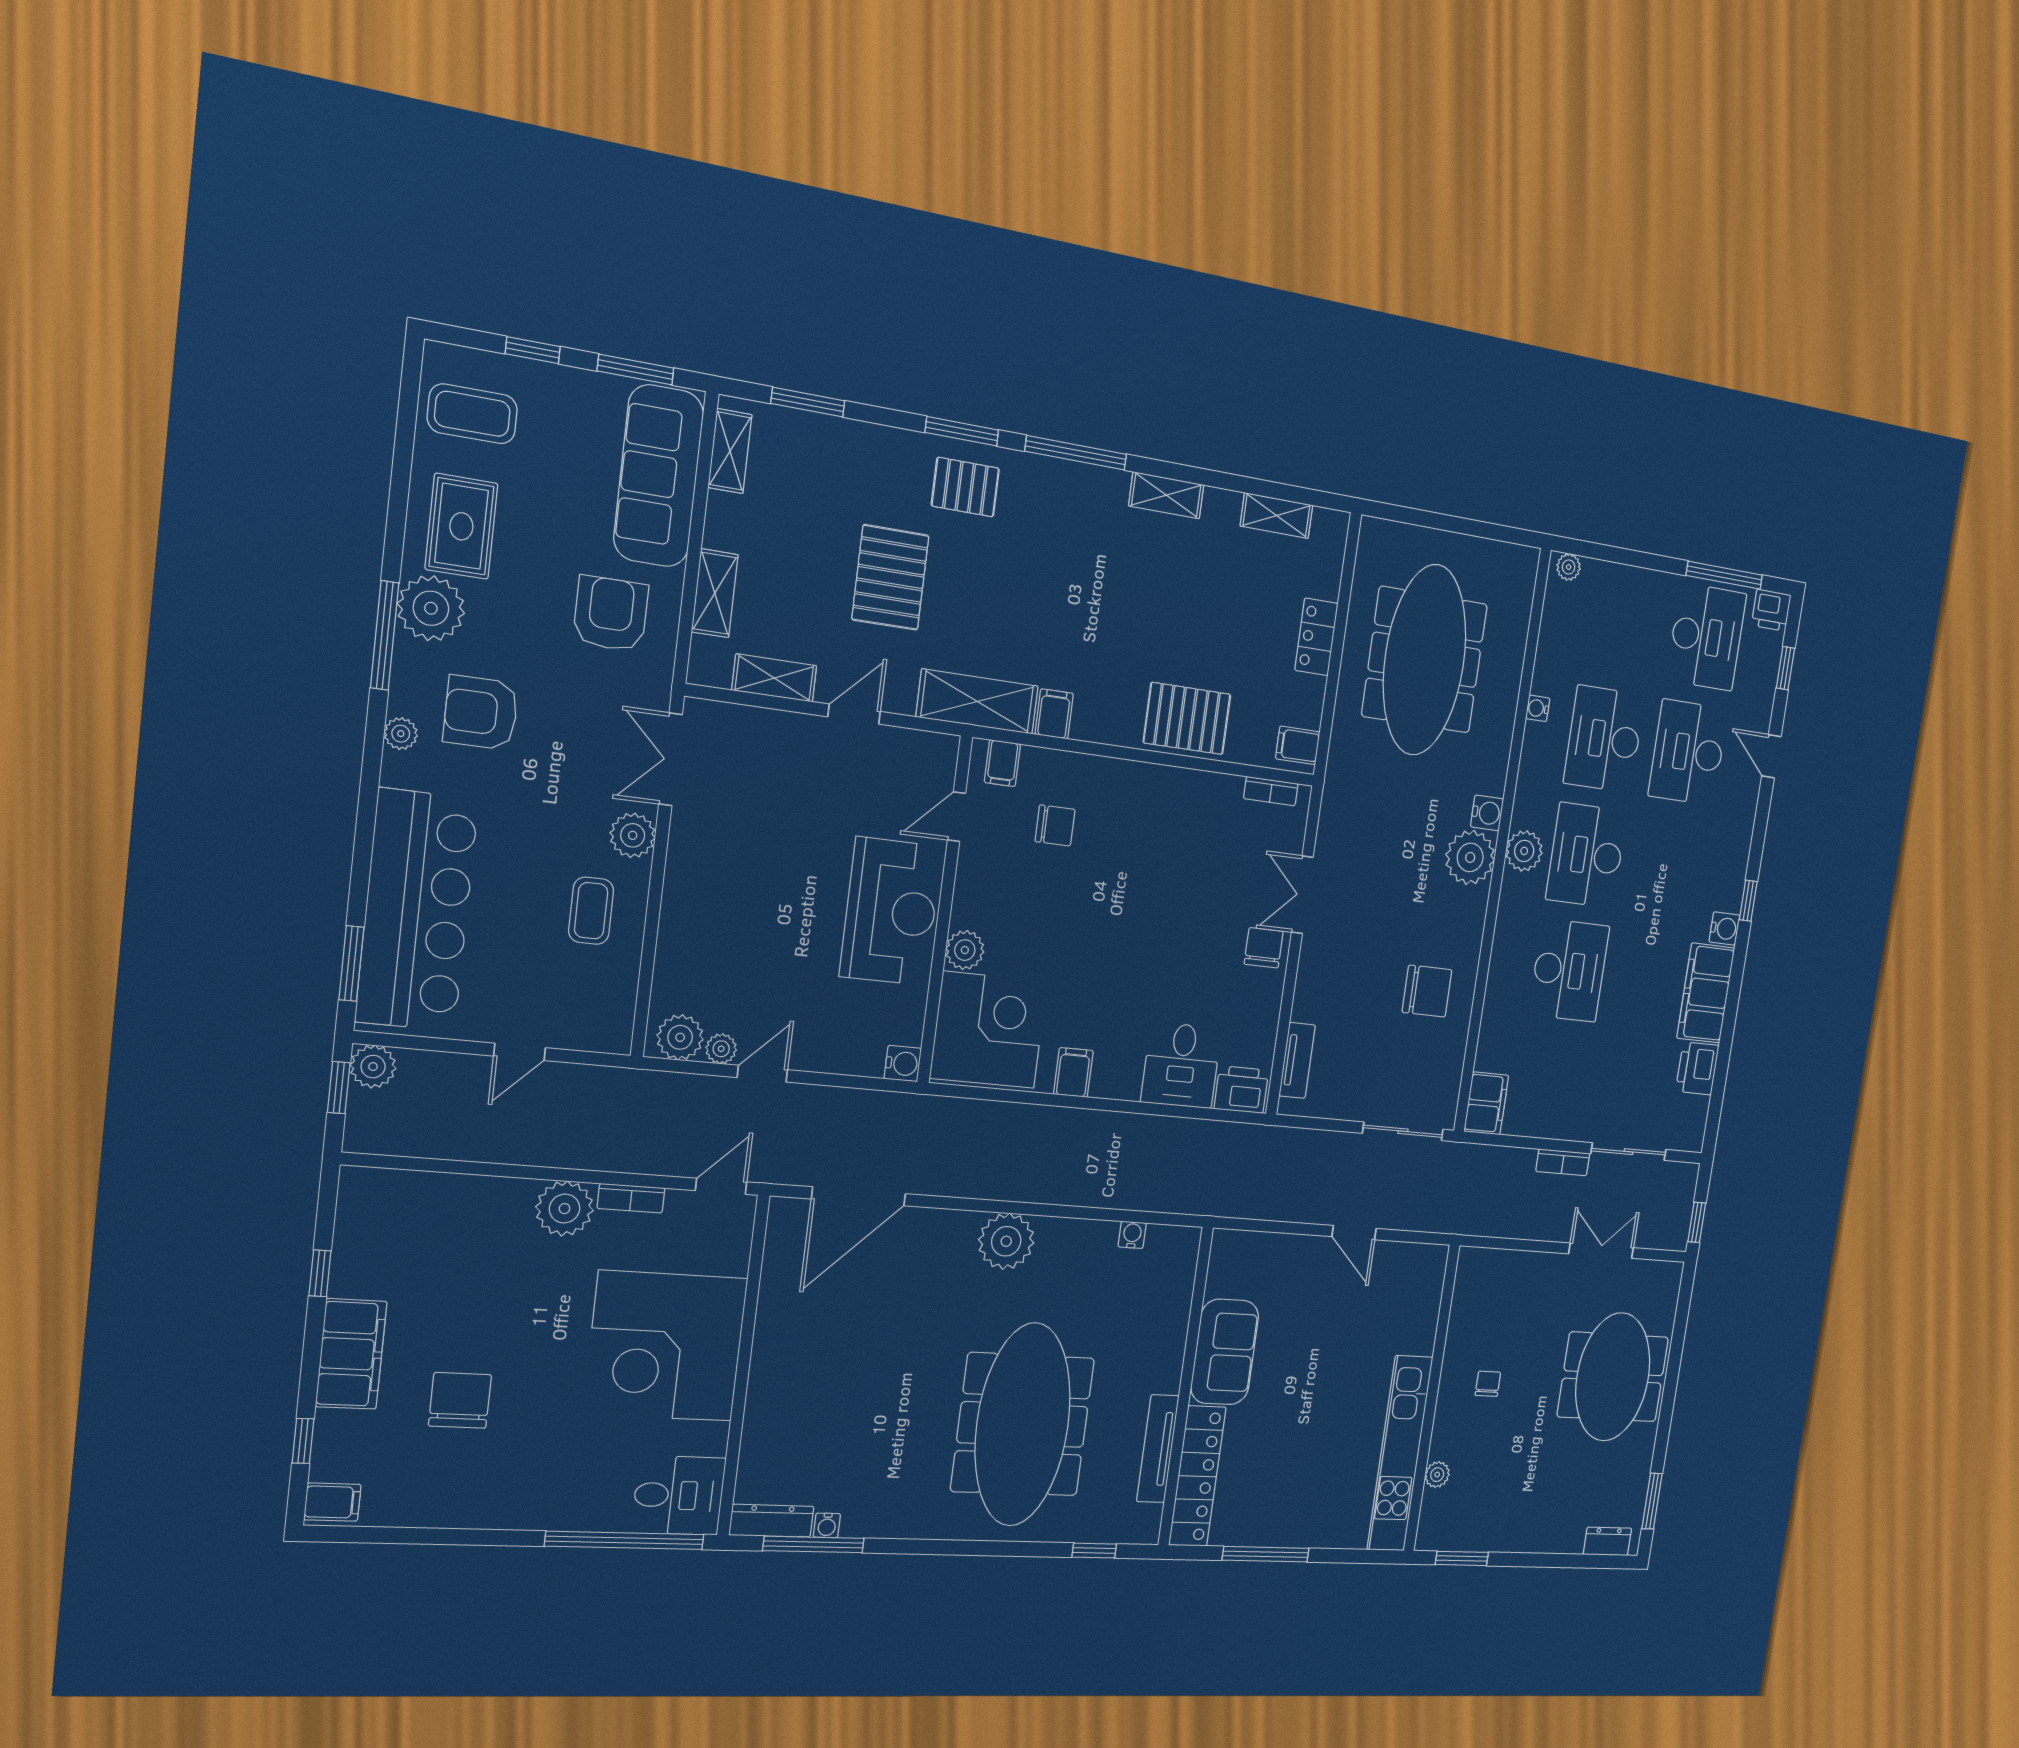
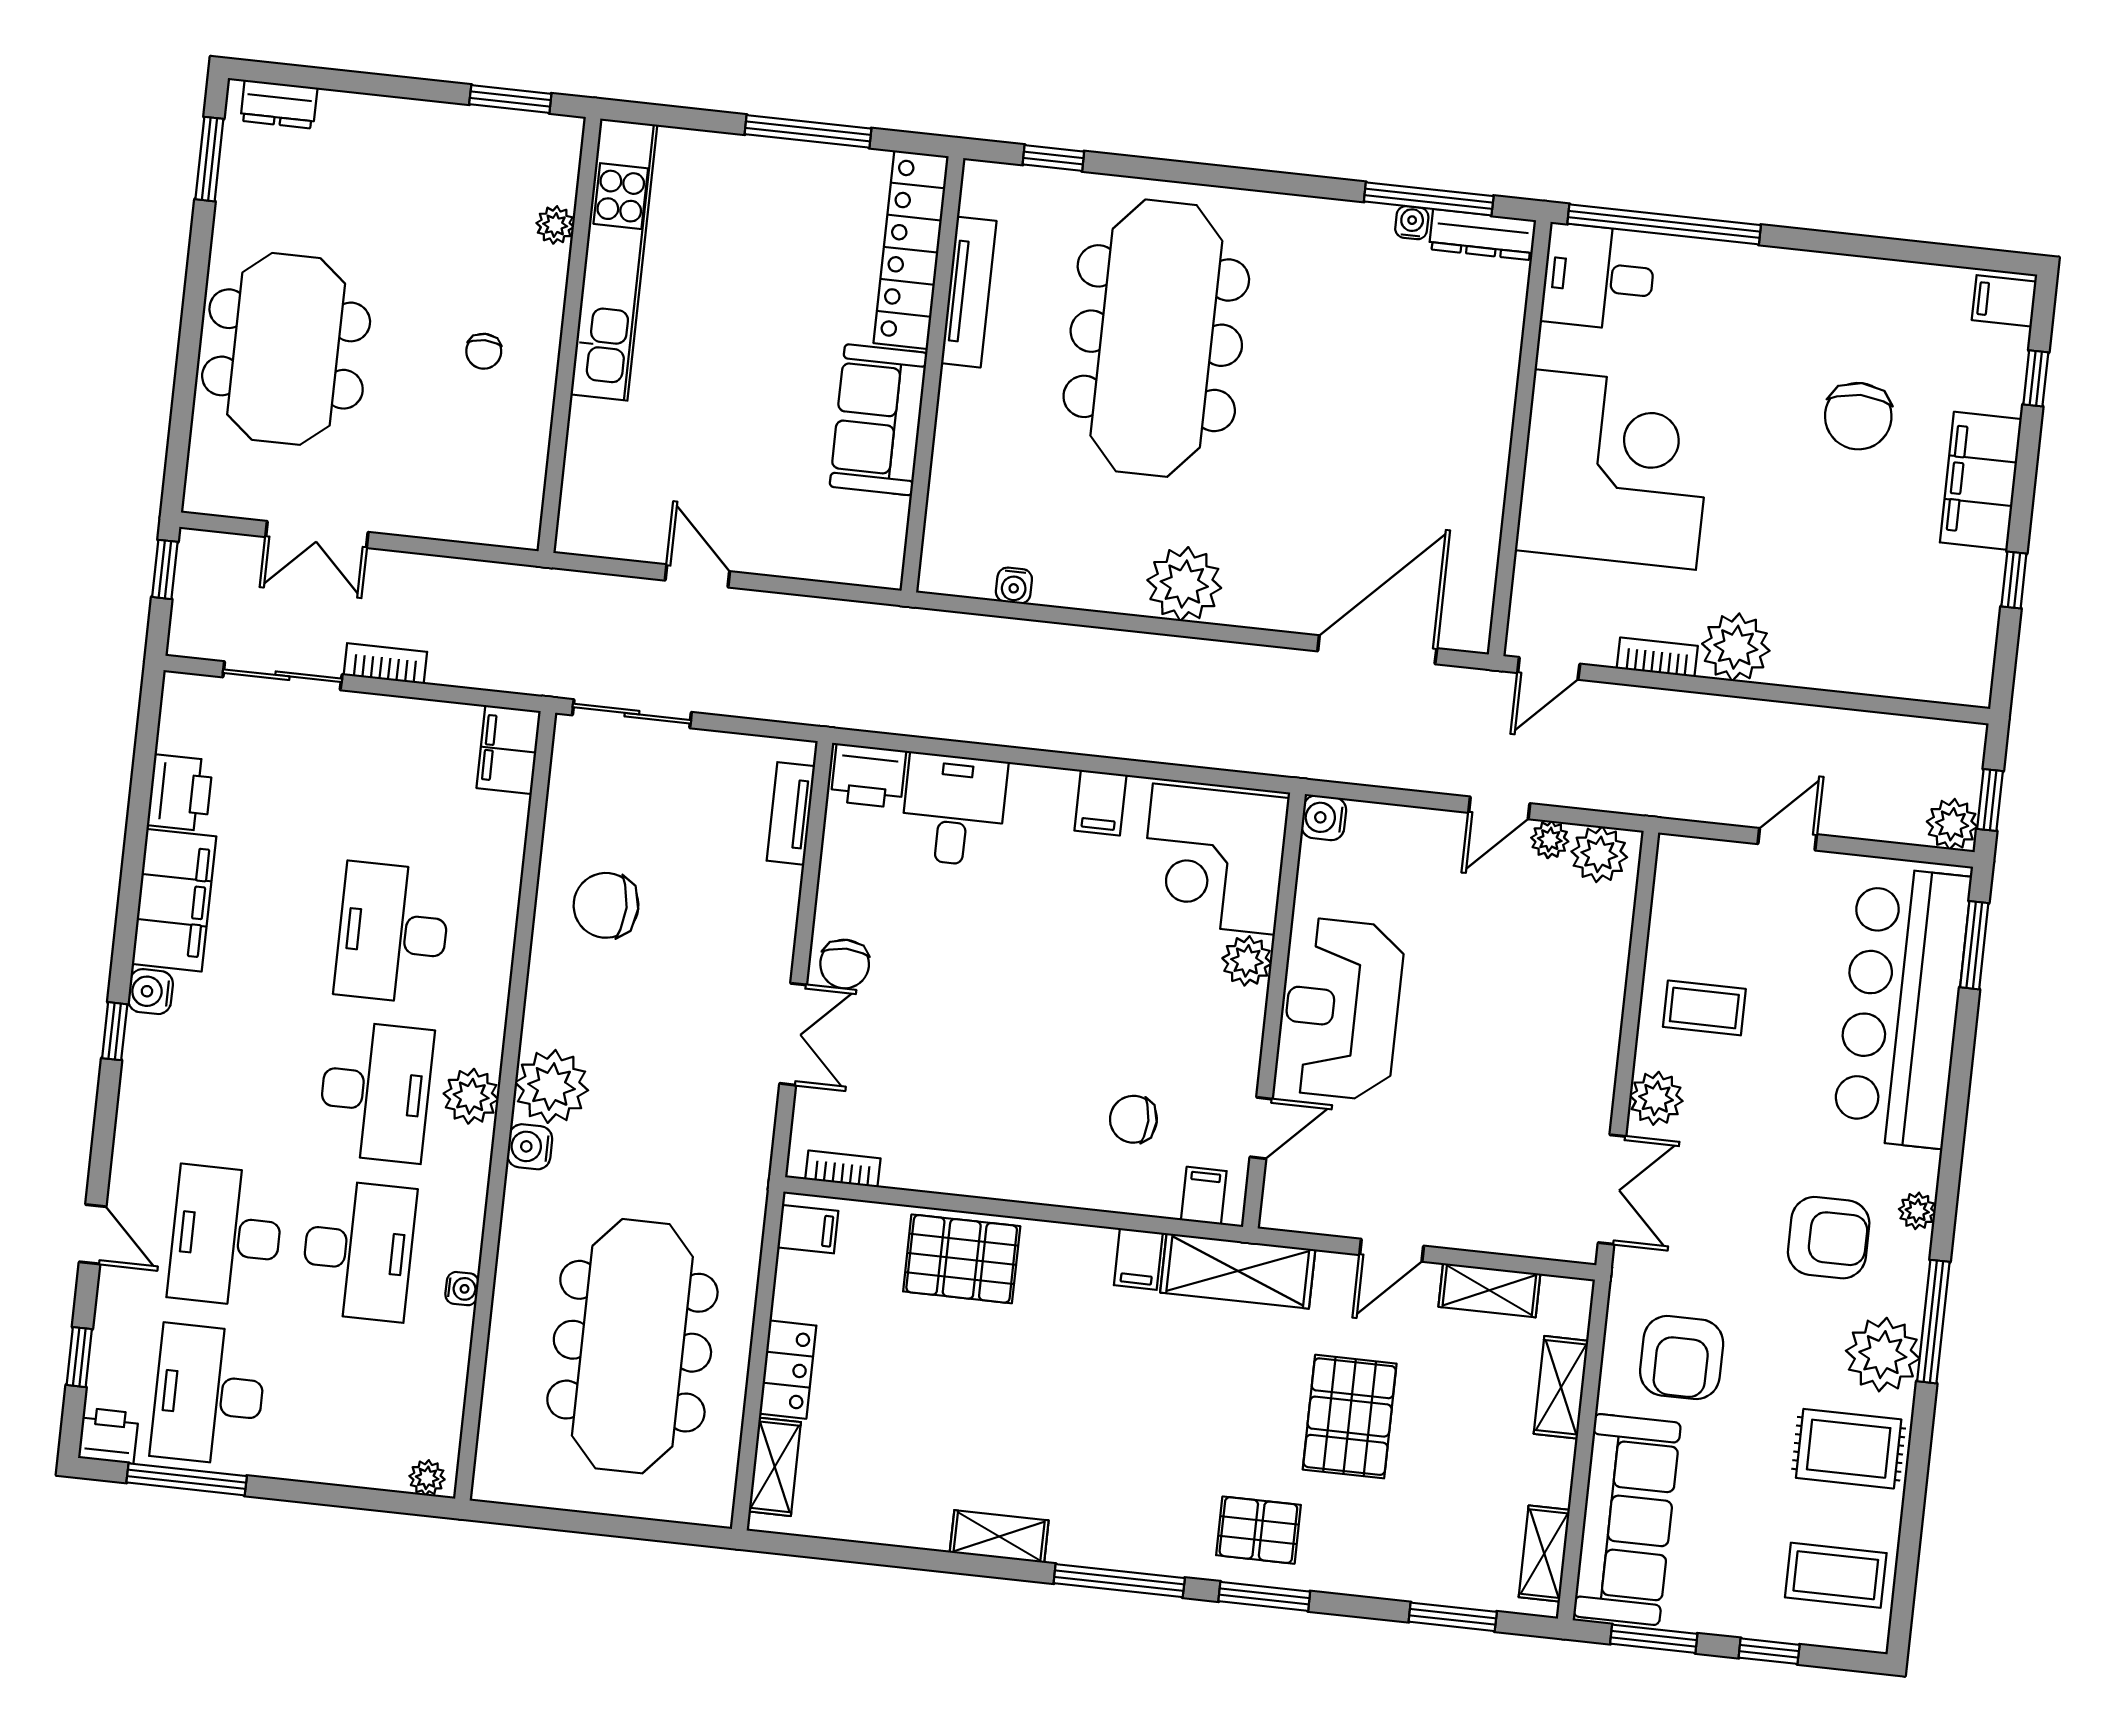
shelving: (1277, 516) -> (775, 1467), moved, turned 90
rug: (461, 526) -> (1849, 1449), turned 90
desk: (1688, 752) -> (226, 1236), turned 180
coffee table: (591, 911) -> (1704, 1008), turned 90

